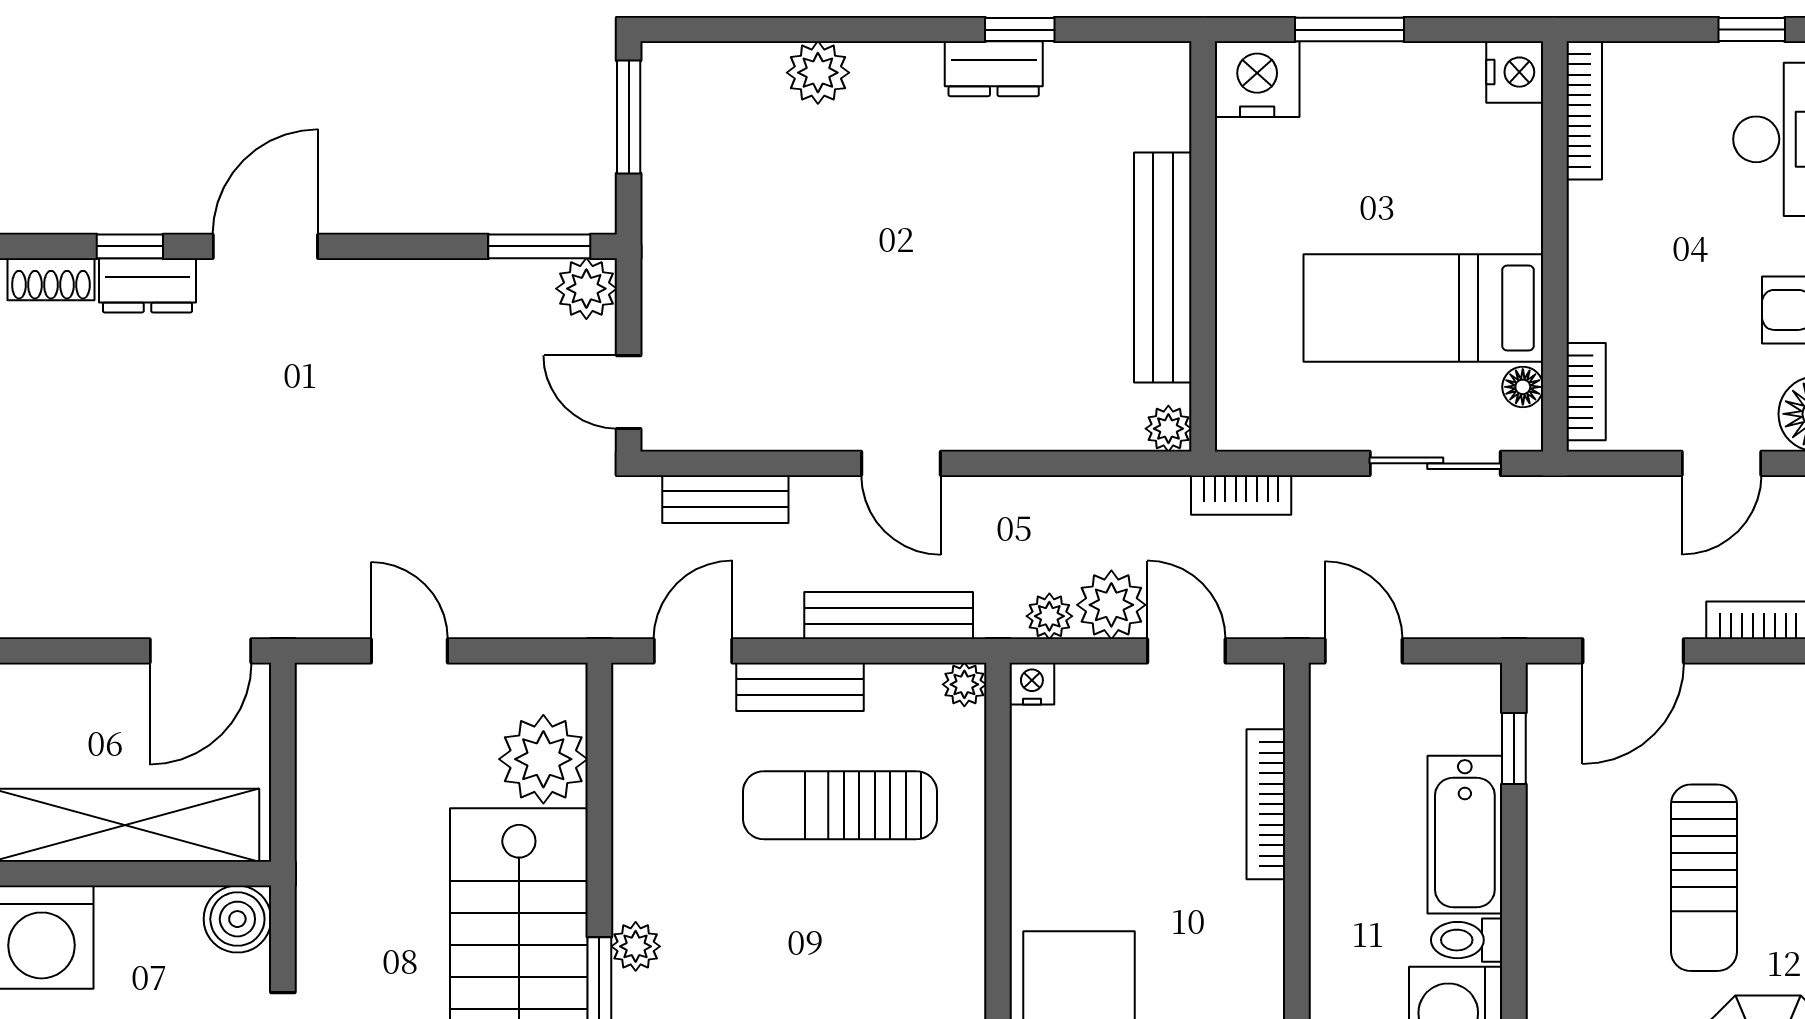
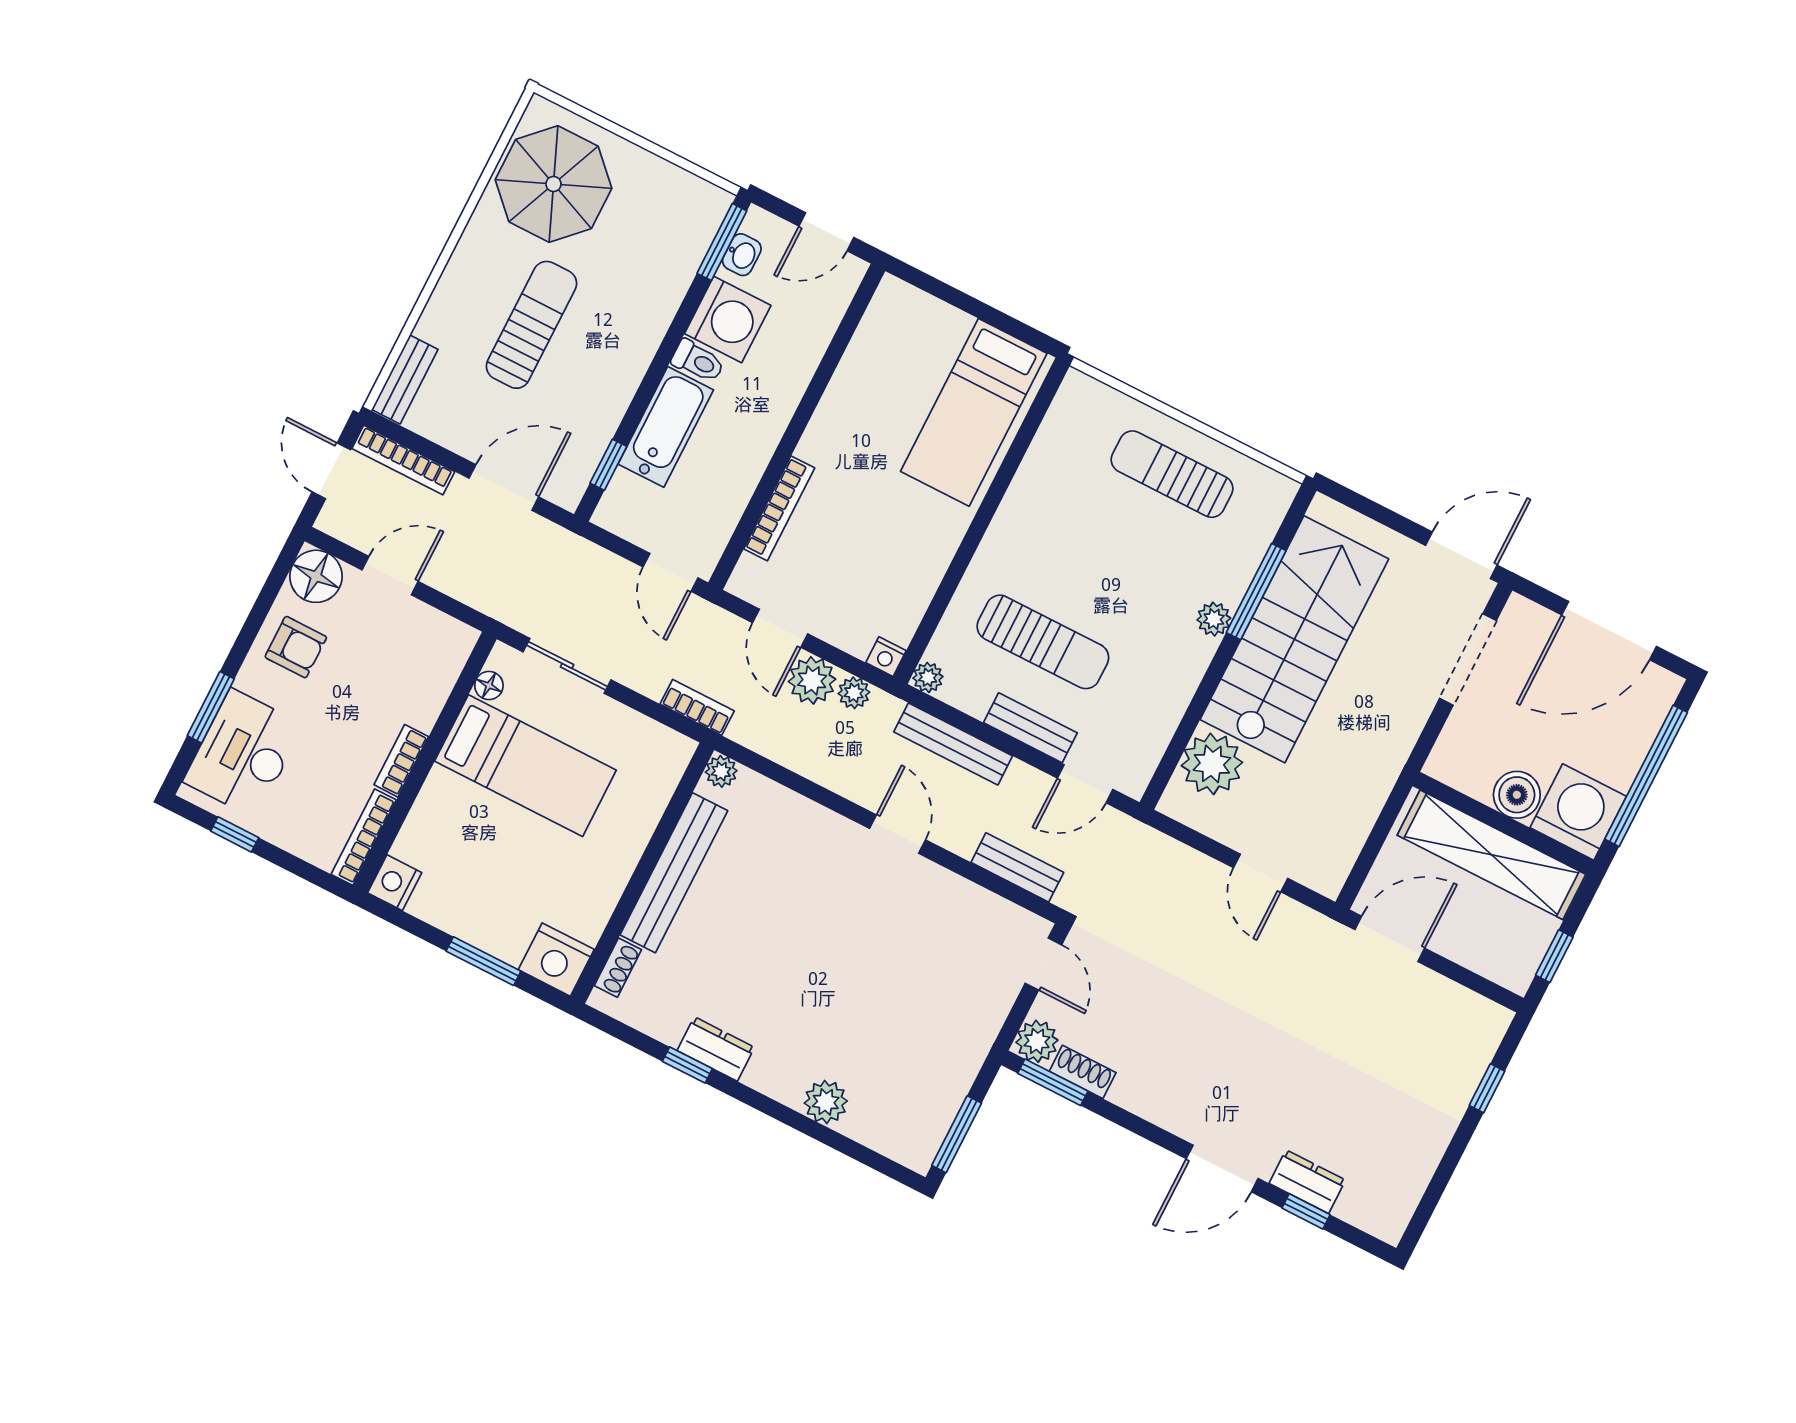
shoe rack: (1173, 109) -> (618, 968), added
shoe rack: (51, 279) -> (1083, 1072), moved
bookcase: (1586, 392) -> (401, 761), moved
boiler: (237, 919) -> (1517, 795), moved

